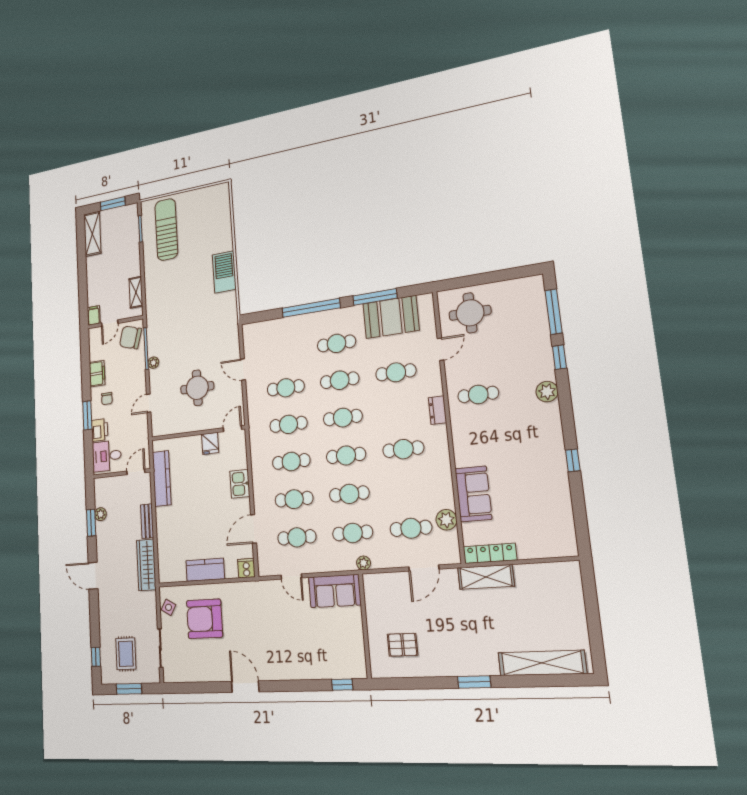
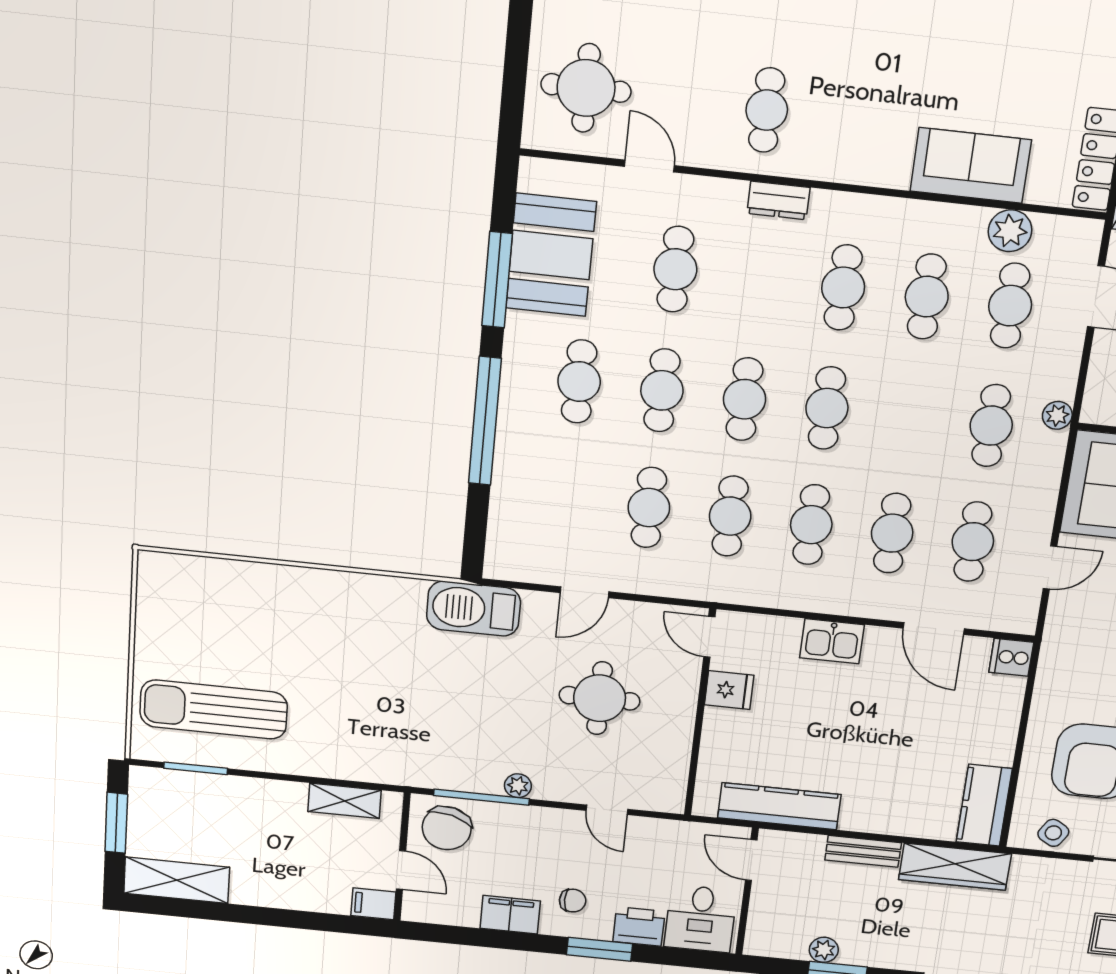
barbecue: (224, 272) -> (473, 609), moved
cafe table: (349, 494) -> (927, 297), moved
kitchen counter: (205, 570) -> (984, 805), moved

